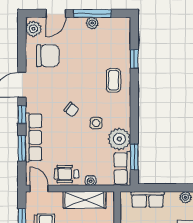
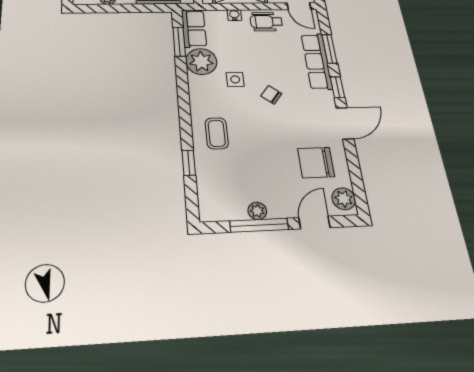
wheelchair: (67, 174) -> (266, 22), turned 180

